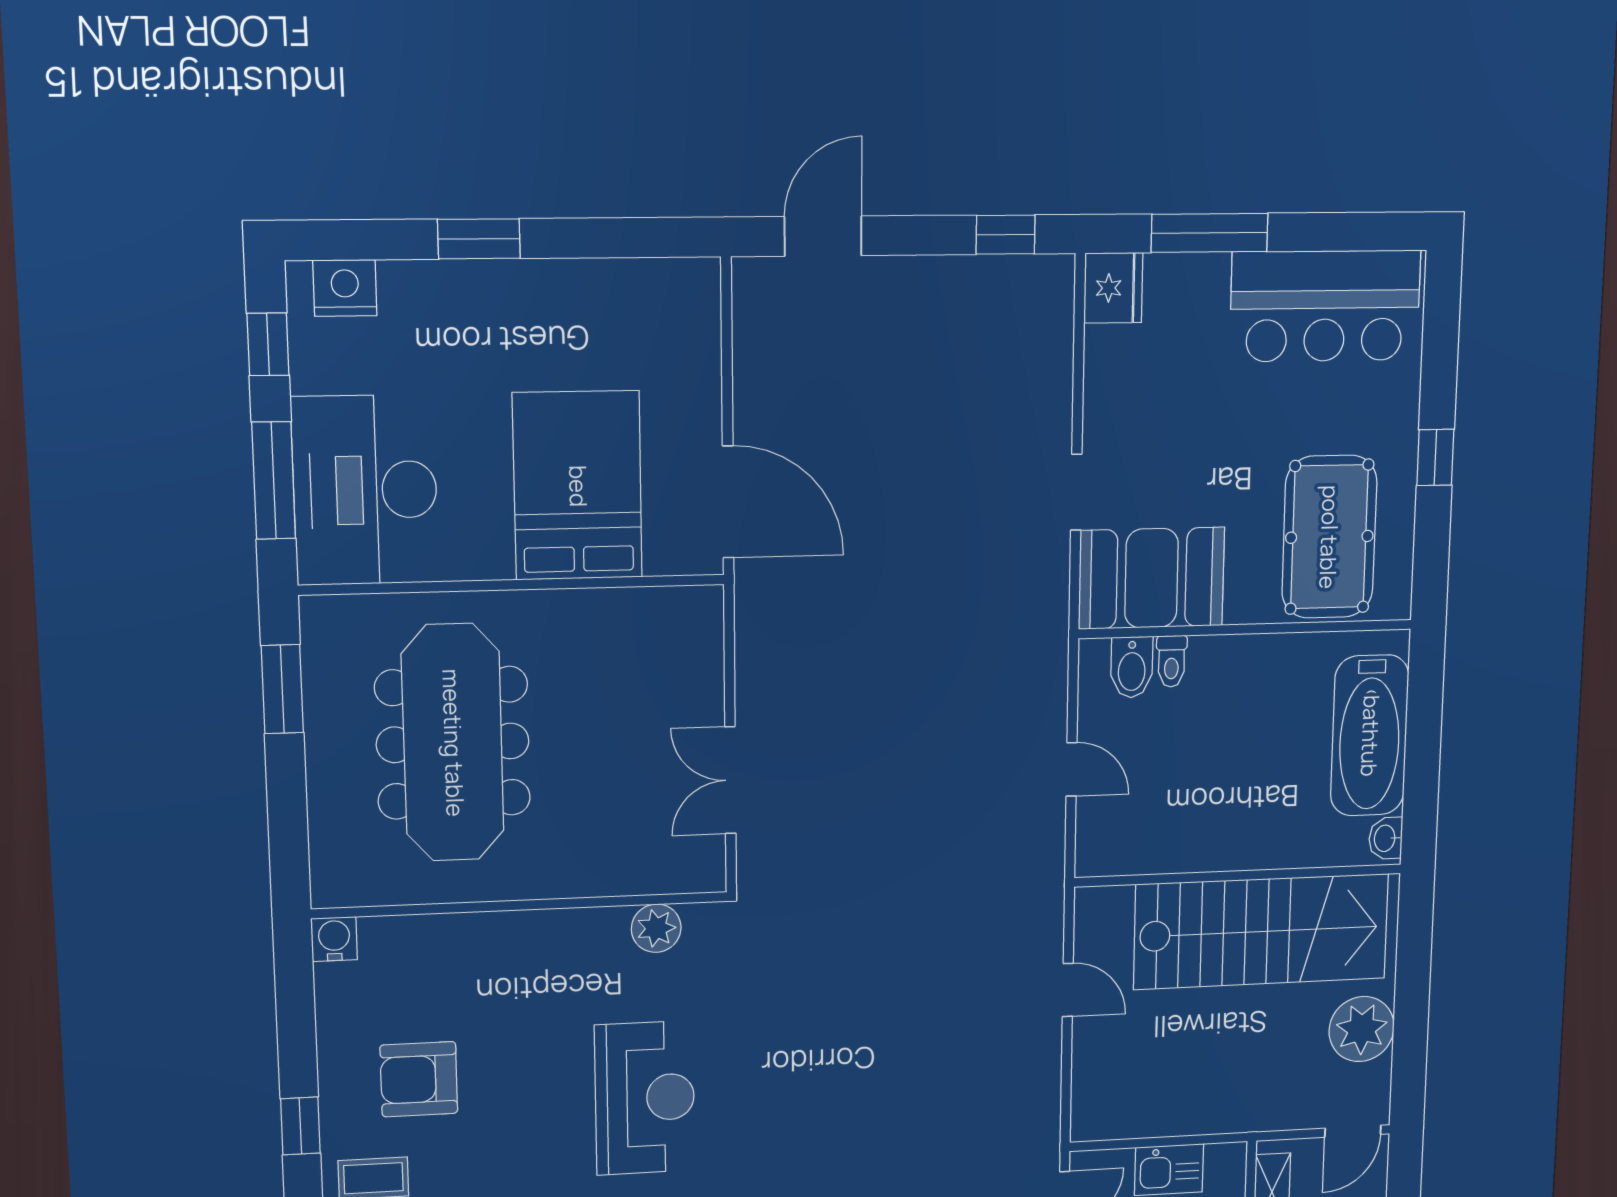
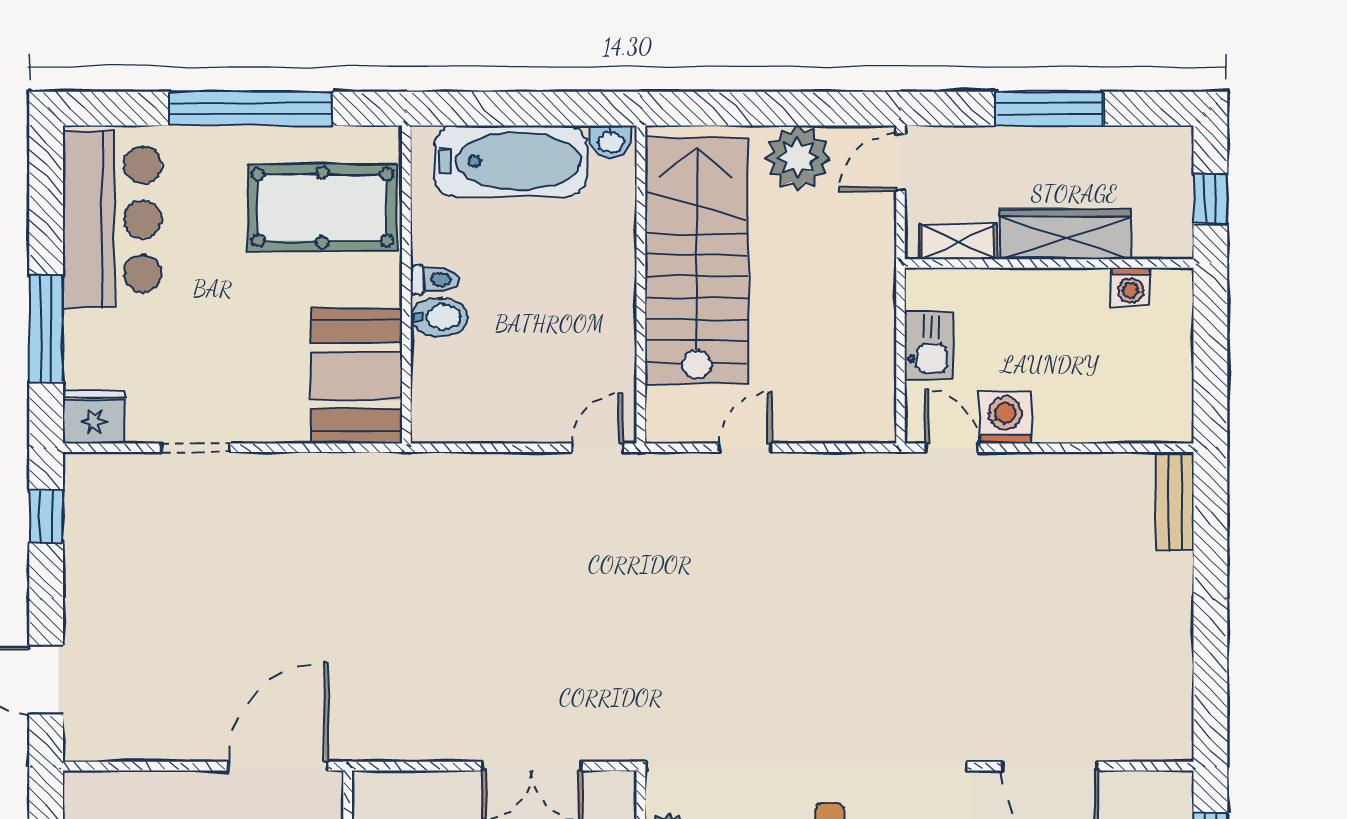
window: (1435, 457) -> (251, 109), width x3.17
doorway: (1076, 492) -> (196, 448), moved
toilet: (1171, 661) -> (434, 280), moved
bidet: (1132, 667) -> (439, 317), moved
door: (1072, 769) -> (597, 448), moved
door: (1353, 1131) -> (901, 163), swing flipped

